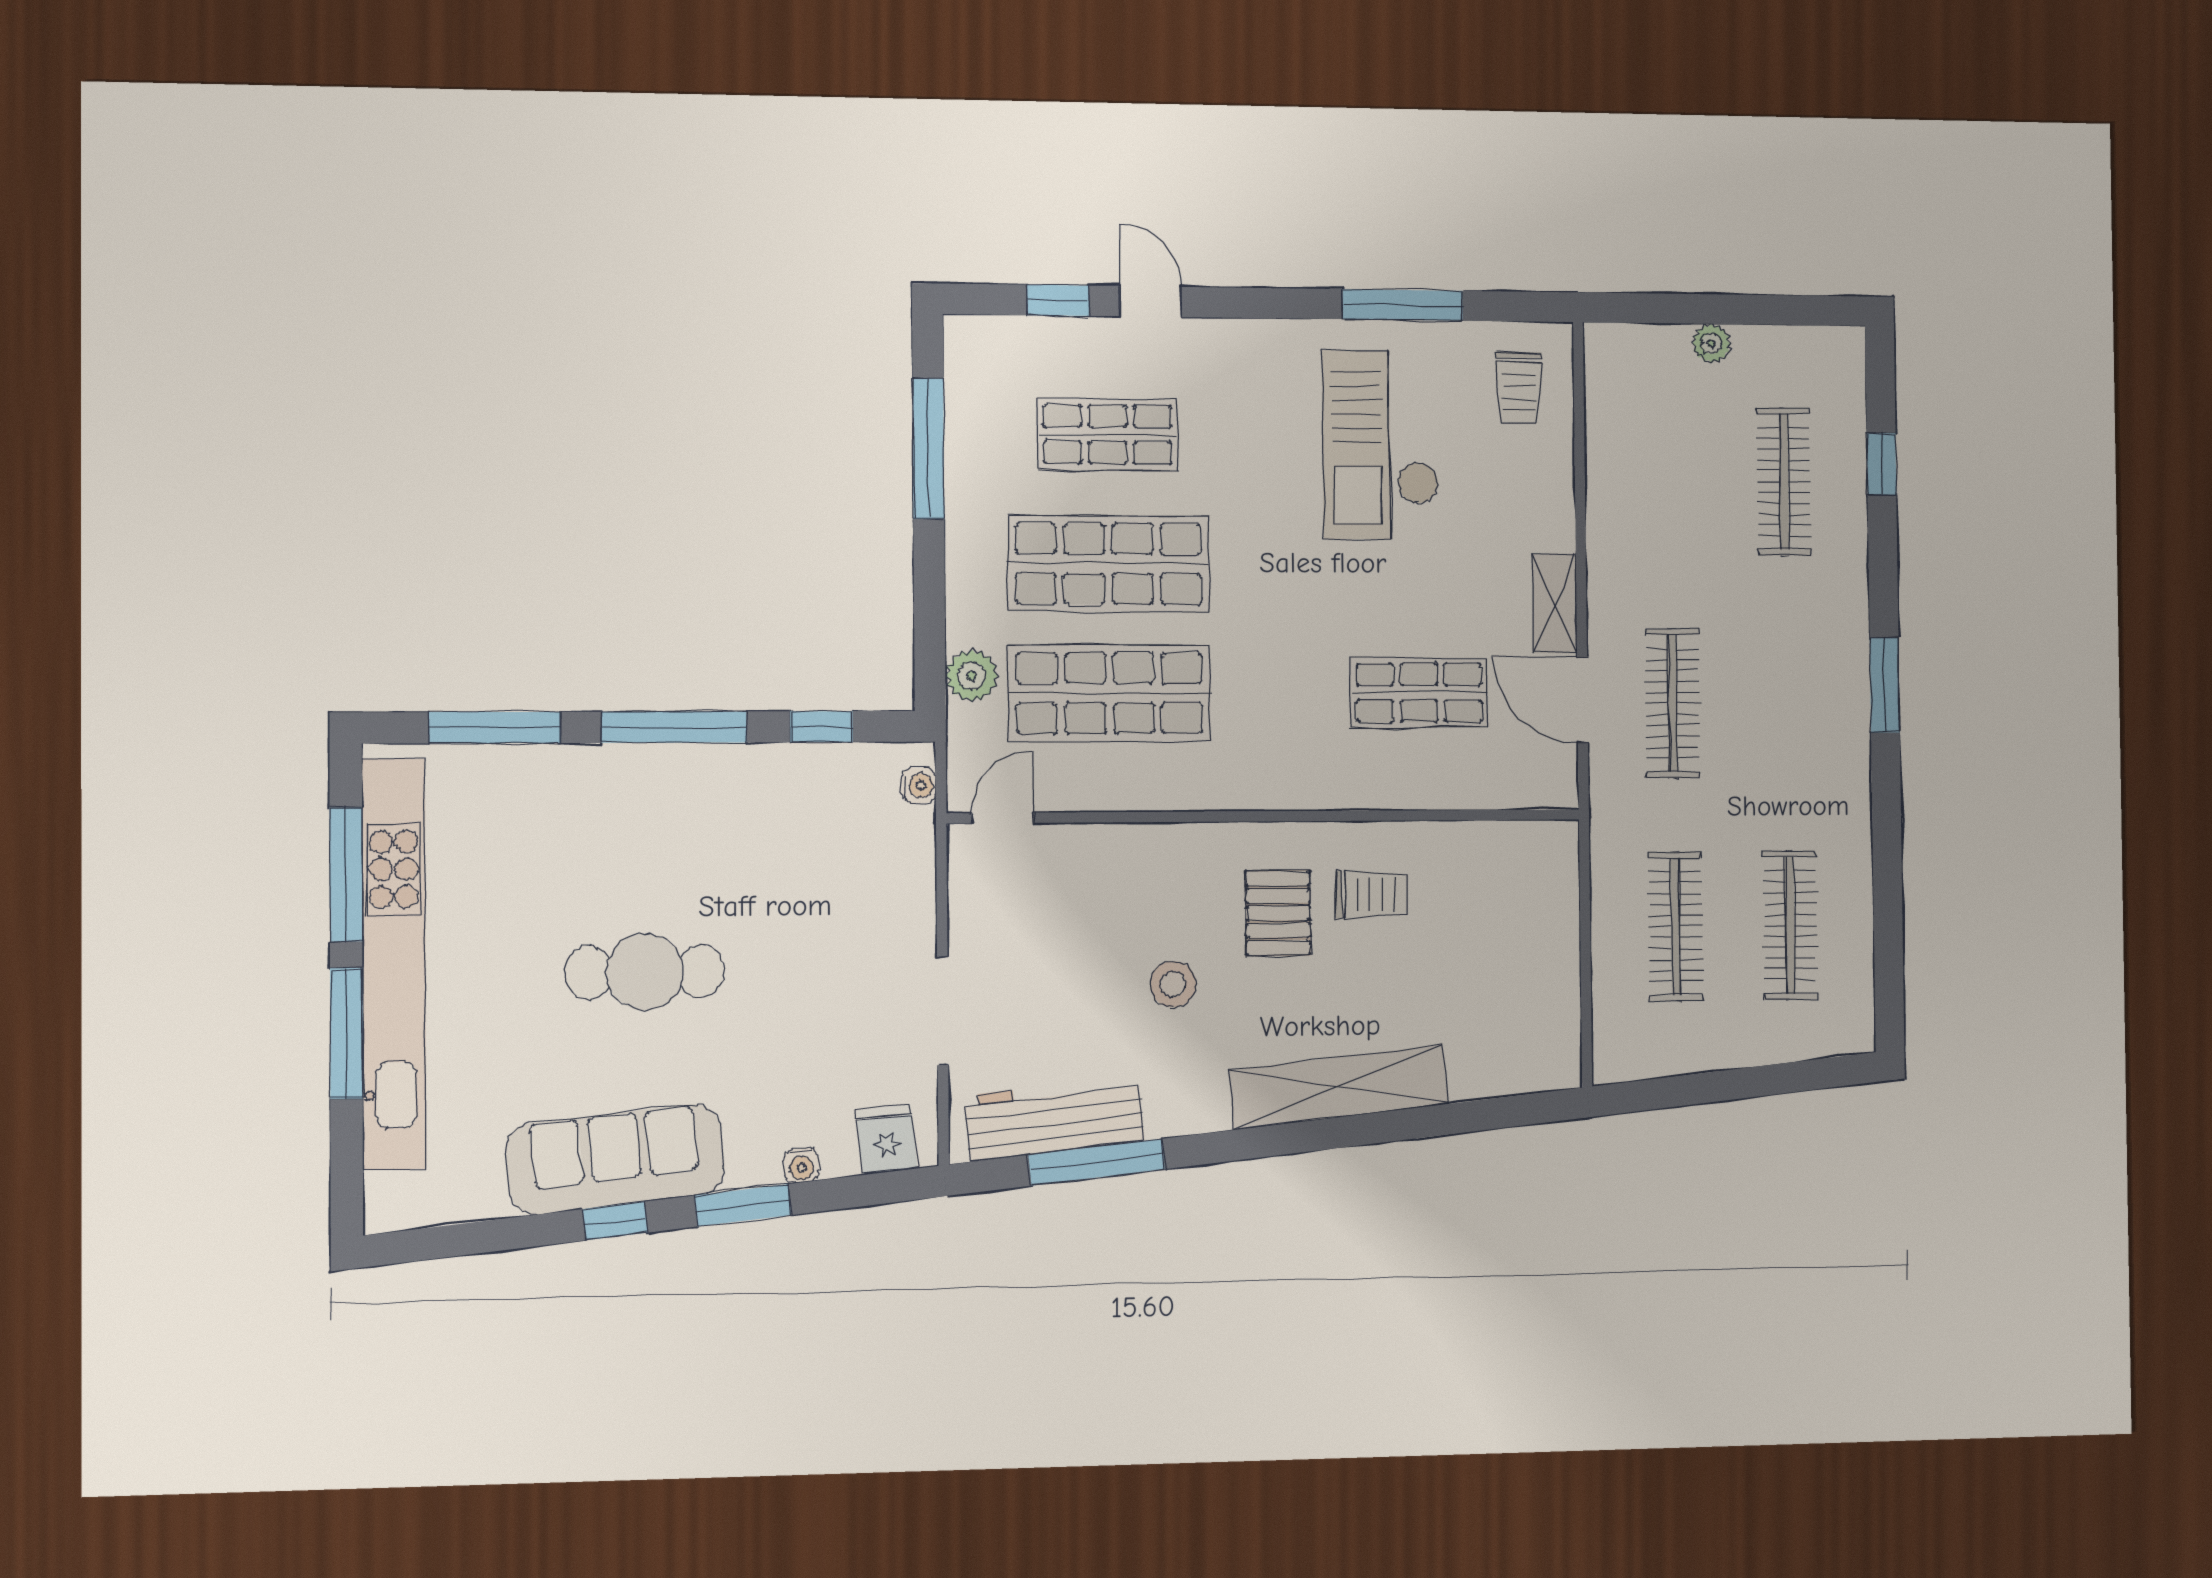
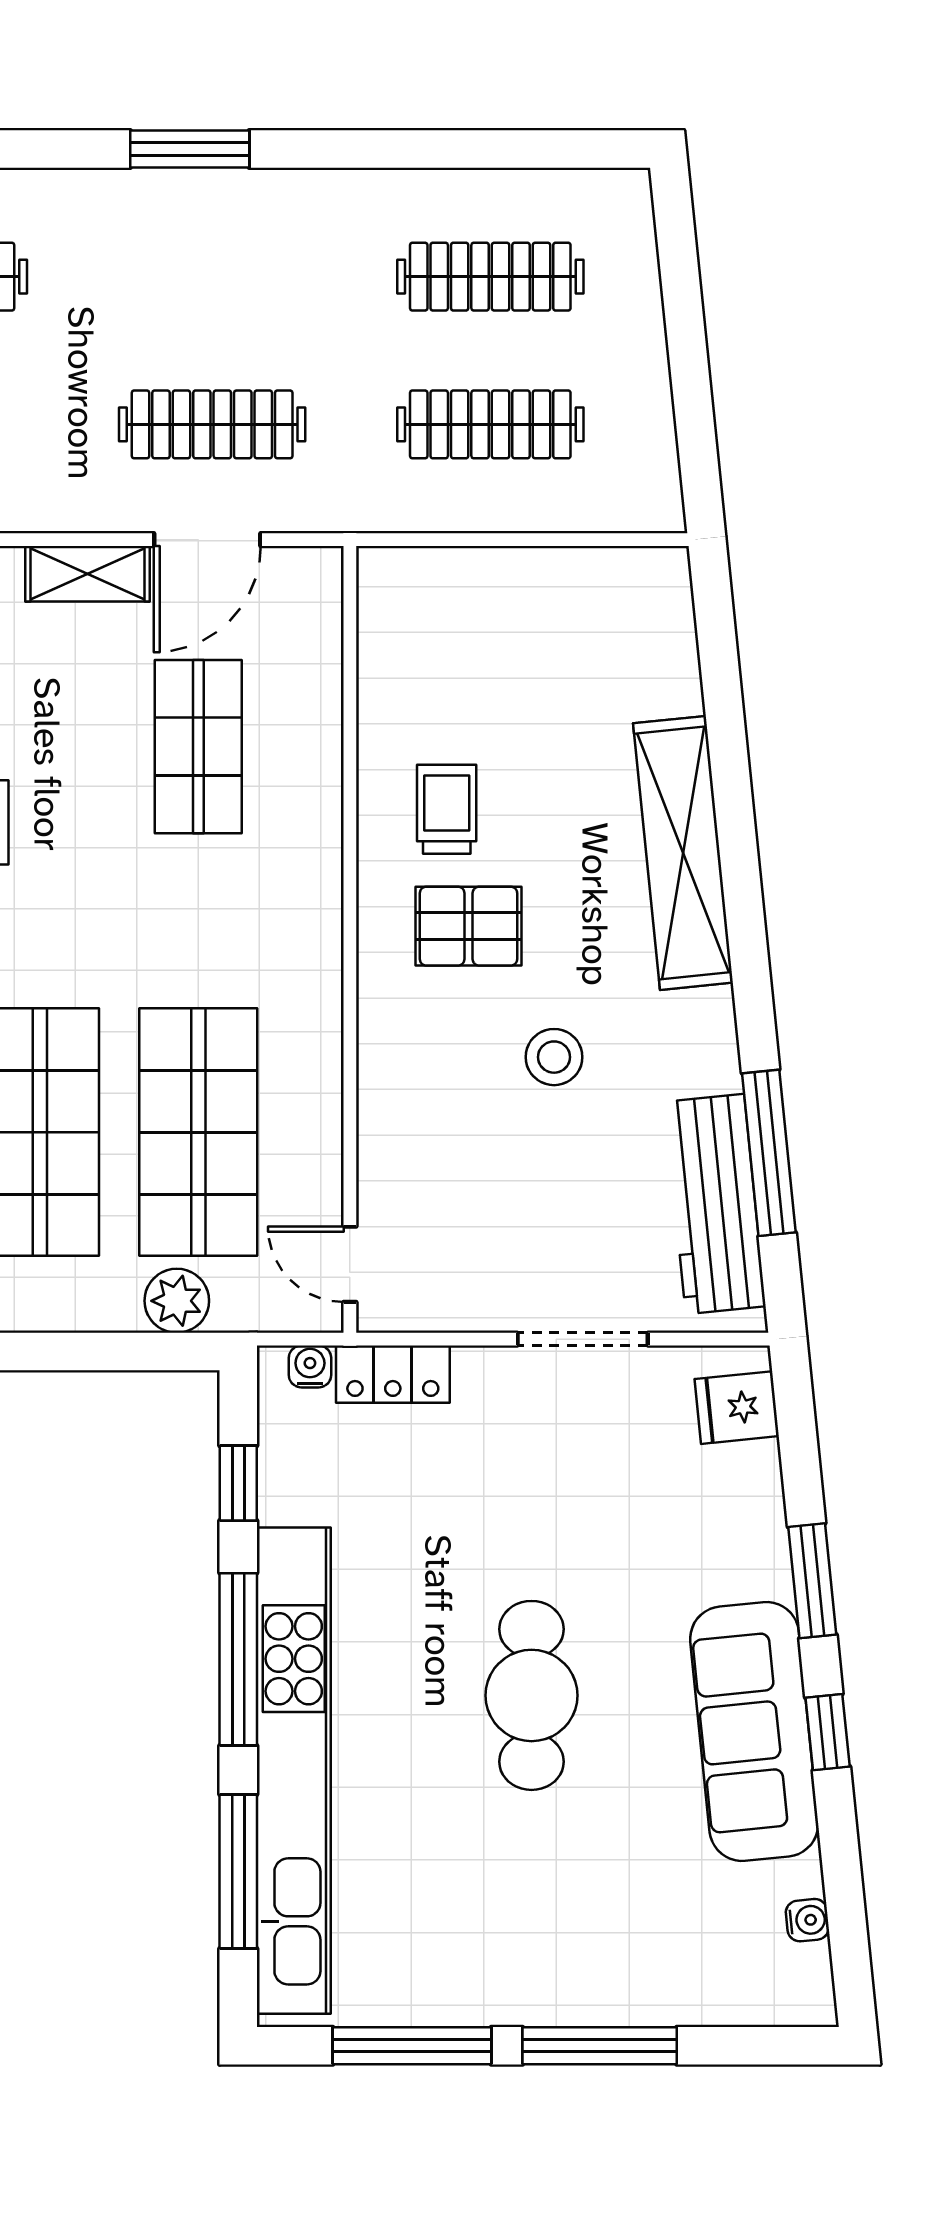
locker: (913, 854) -> (393, 1374), added
kitchen unit: (394, 964) -> (294, 1771), moved, turned 90
water cooler: (801, 1165) -> (807, 1920), moved

